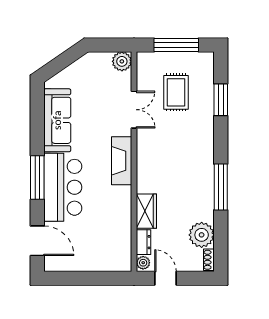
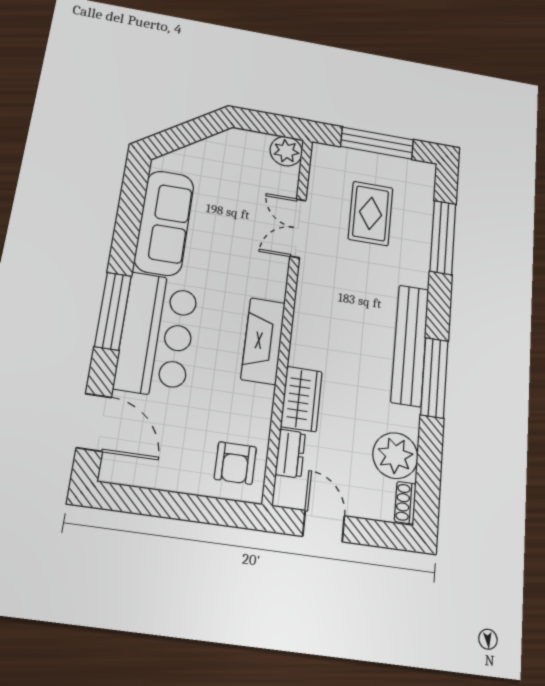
window: (221, 100) -> (443, 237), width x1.44
double door: (134, 110) -> (298, 228), swing flipped
fireplace: (122, 161) -> (263, 341), moved
bench: (205, 170) -> (410, 345), added
armchair: (115, 252) -> (235, 463), added
plant: (143, 263) -> (286, 491), removed

